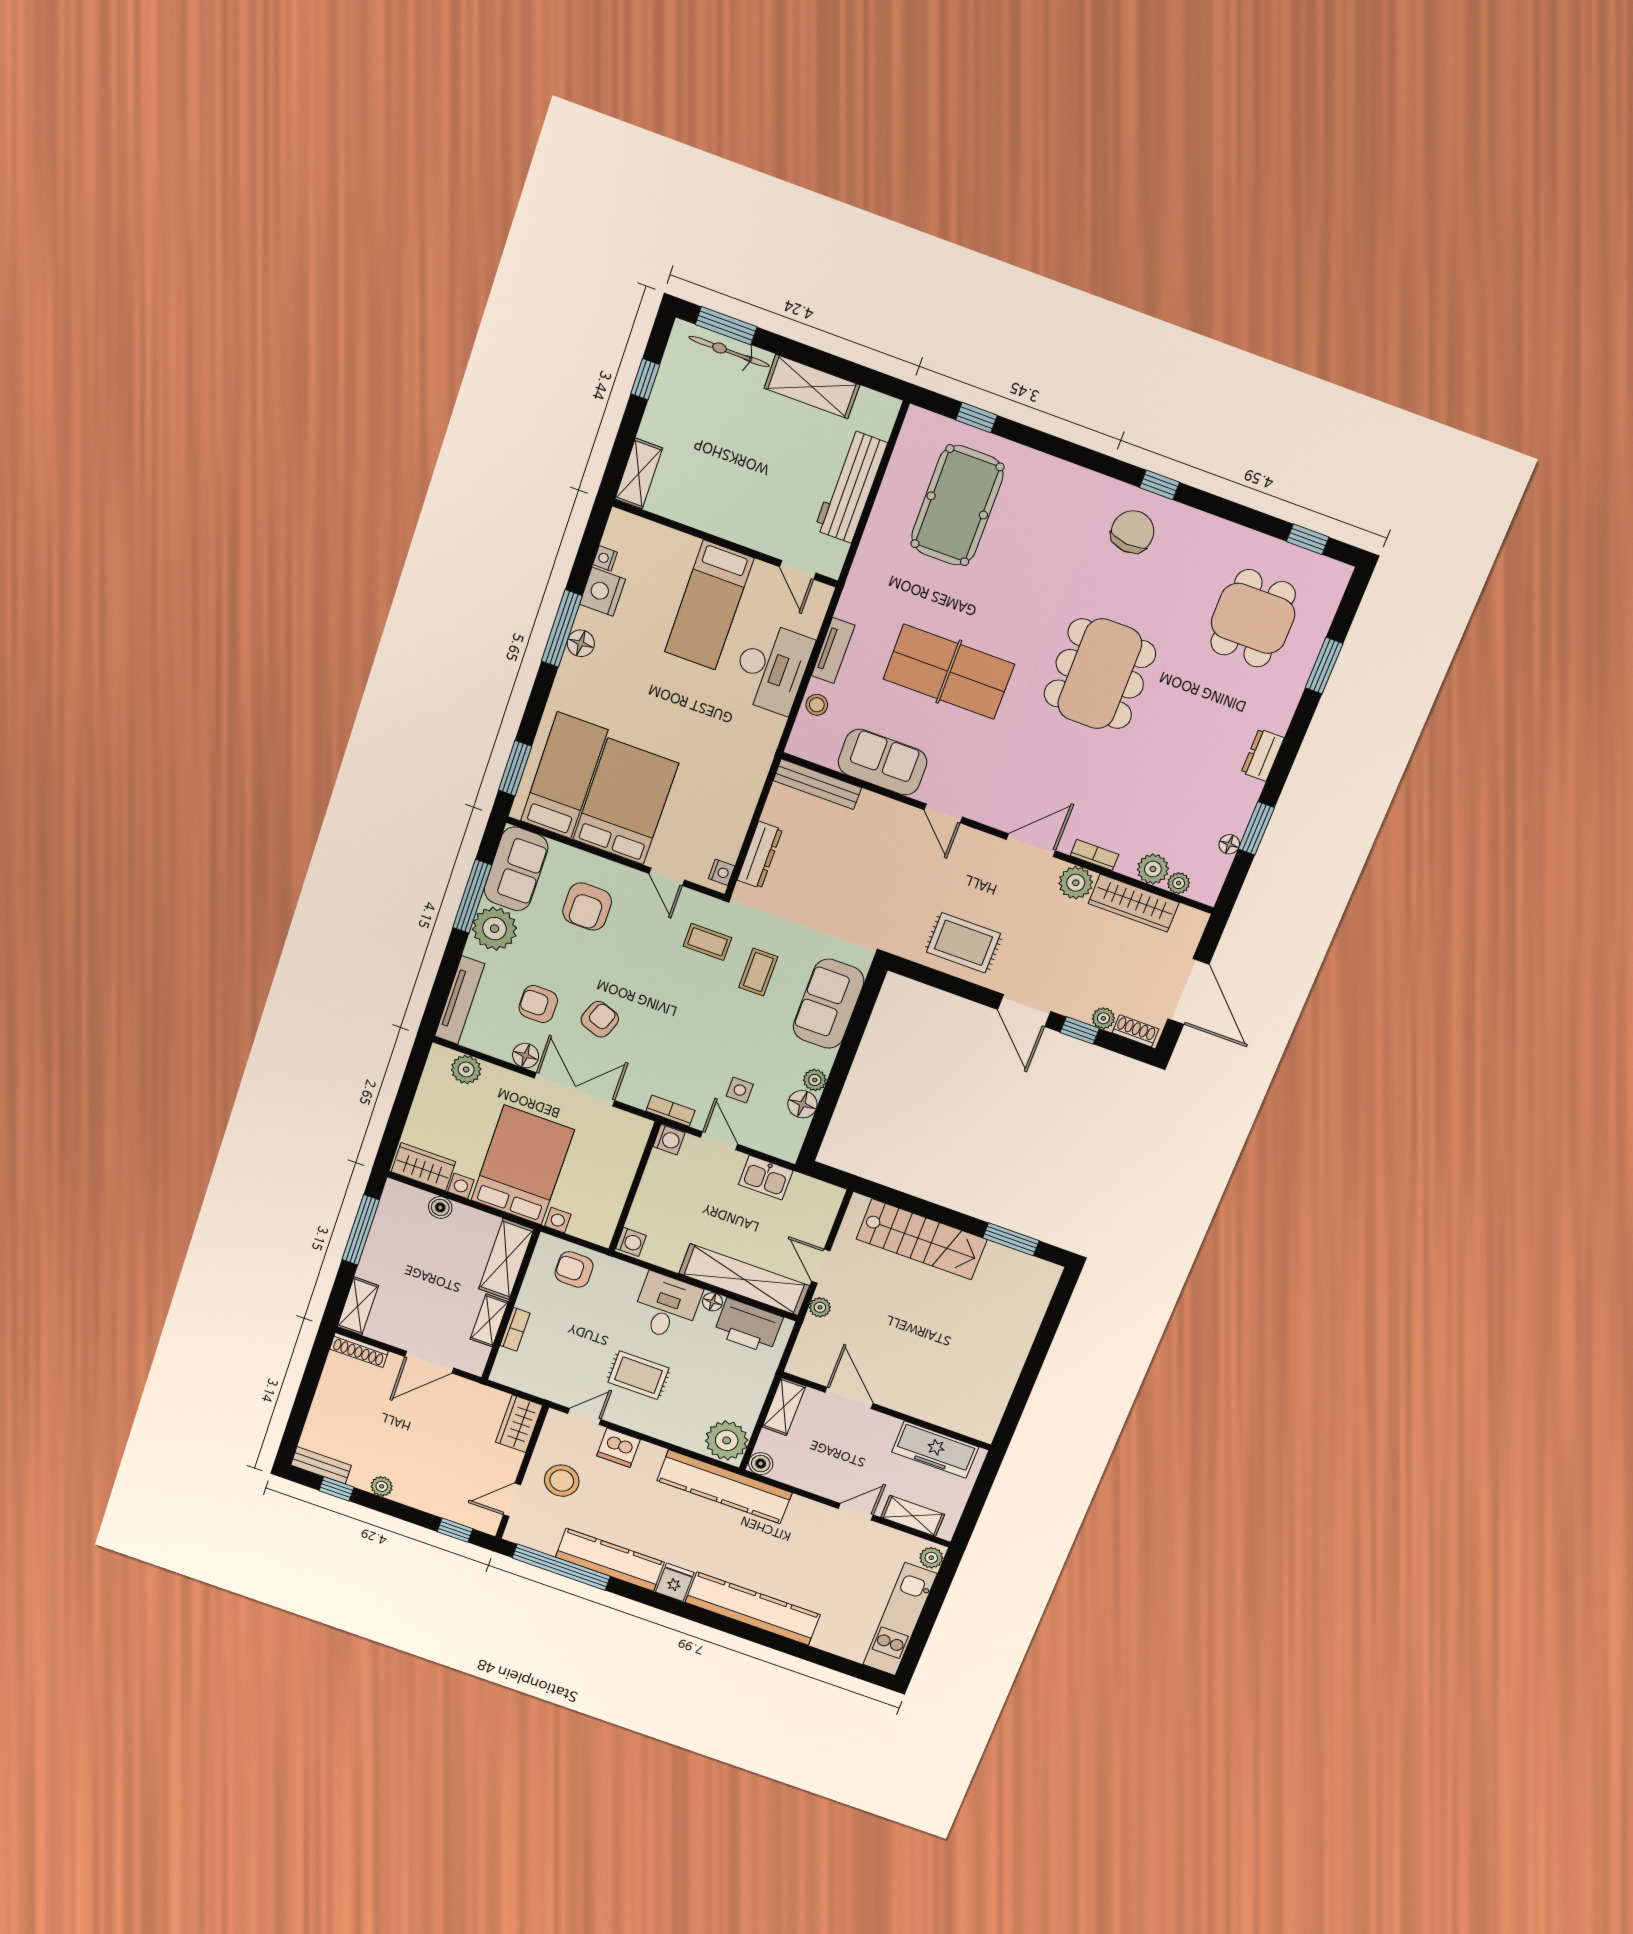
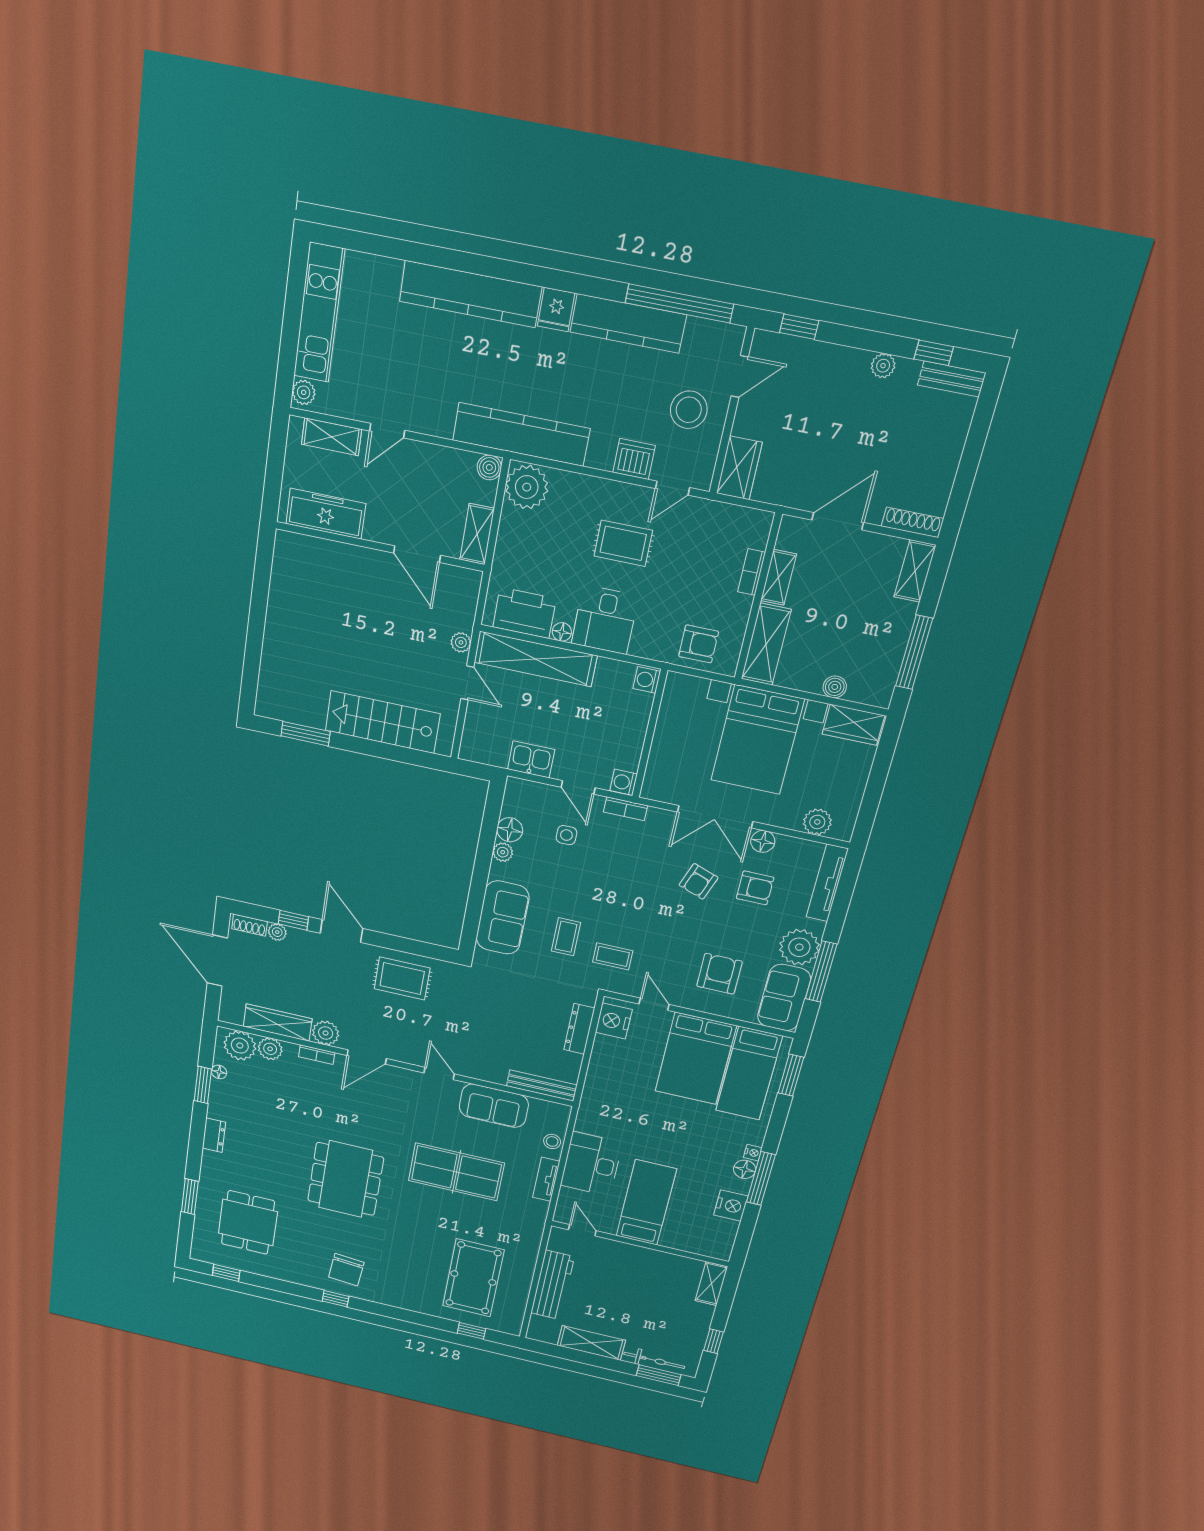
nightstand: (605, 558) -> (753, 1153), moved
nightstand: (722, 872) -> (614, 1021), width x1.89, depth x1.79
plant: (1179, 883) -> (240, 1046), width x1.87, depth x1.87

